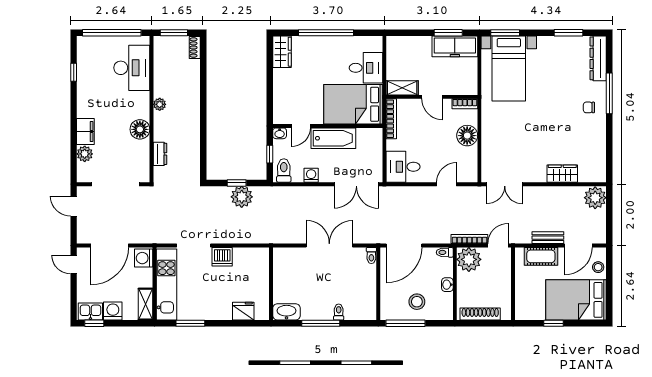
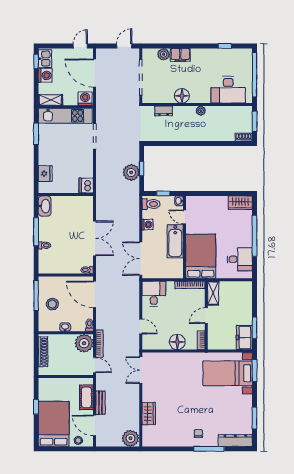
freezer: (455, 46) -> (244, 338), width x0.71
desk: (366, 68) -> (240, 259), moved, turned -90
dishwasher: (222, 257) -> (86, 185), moved

